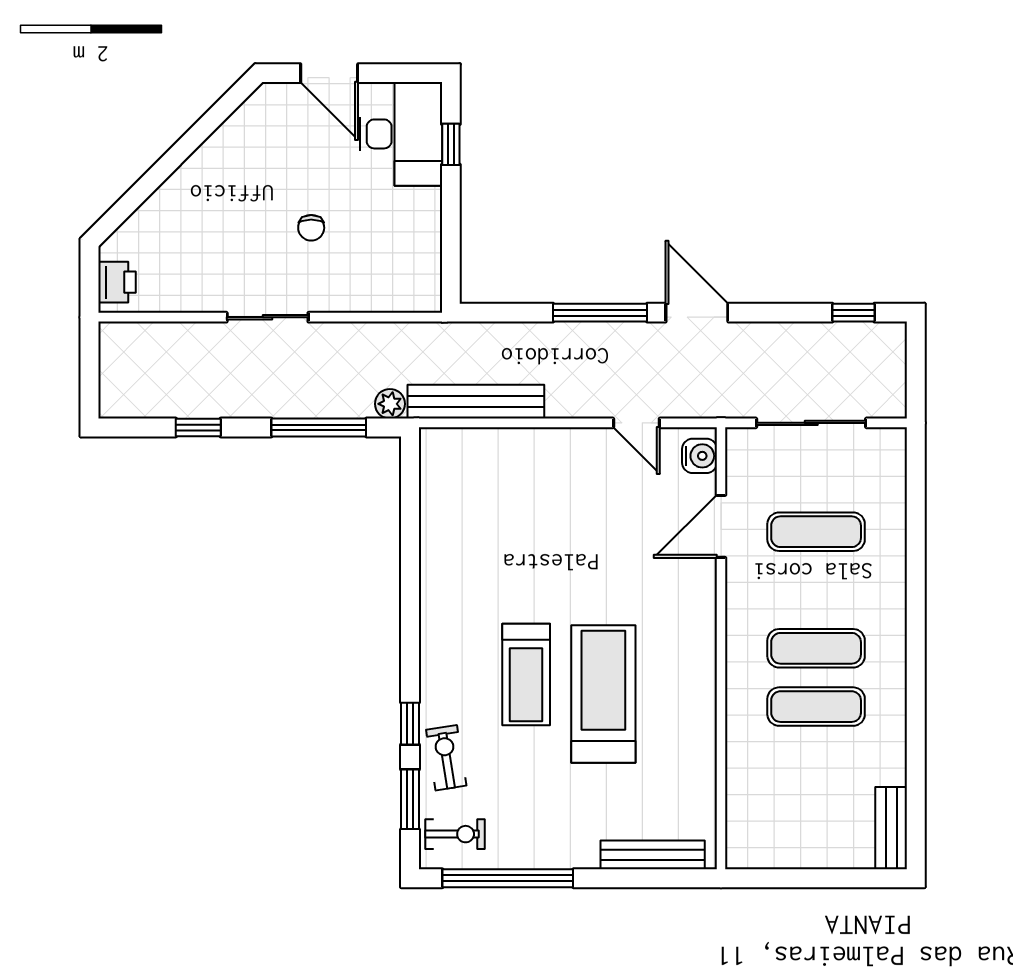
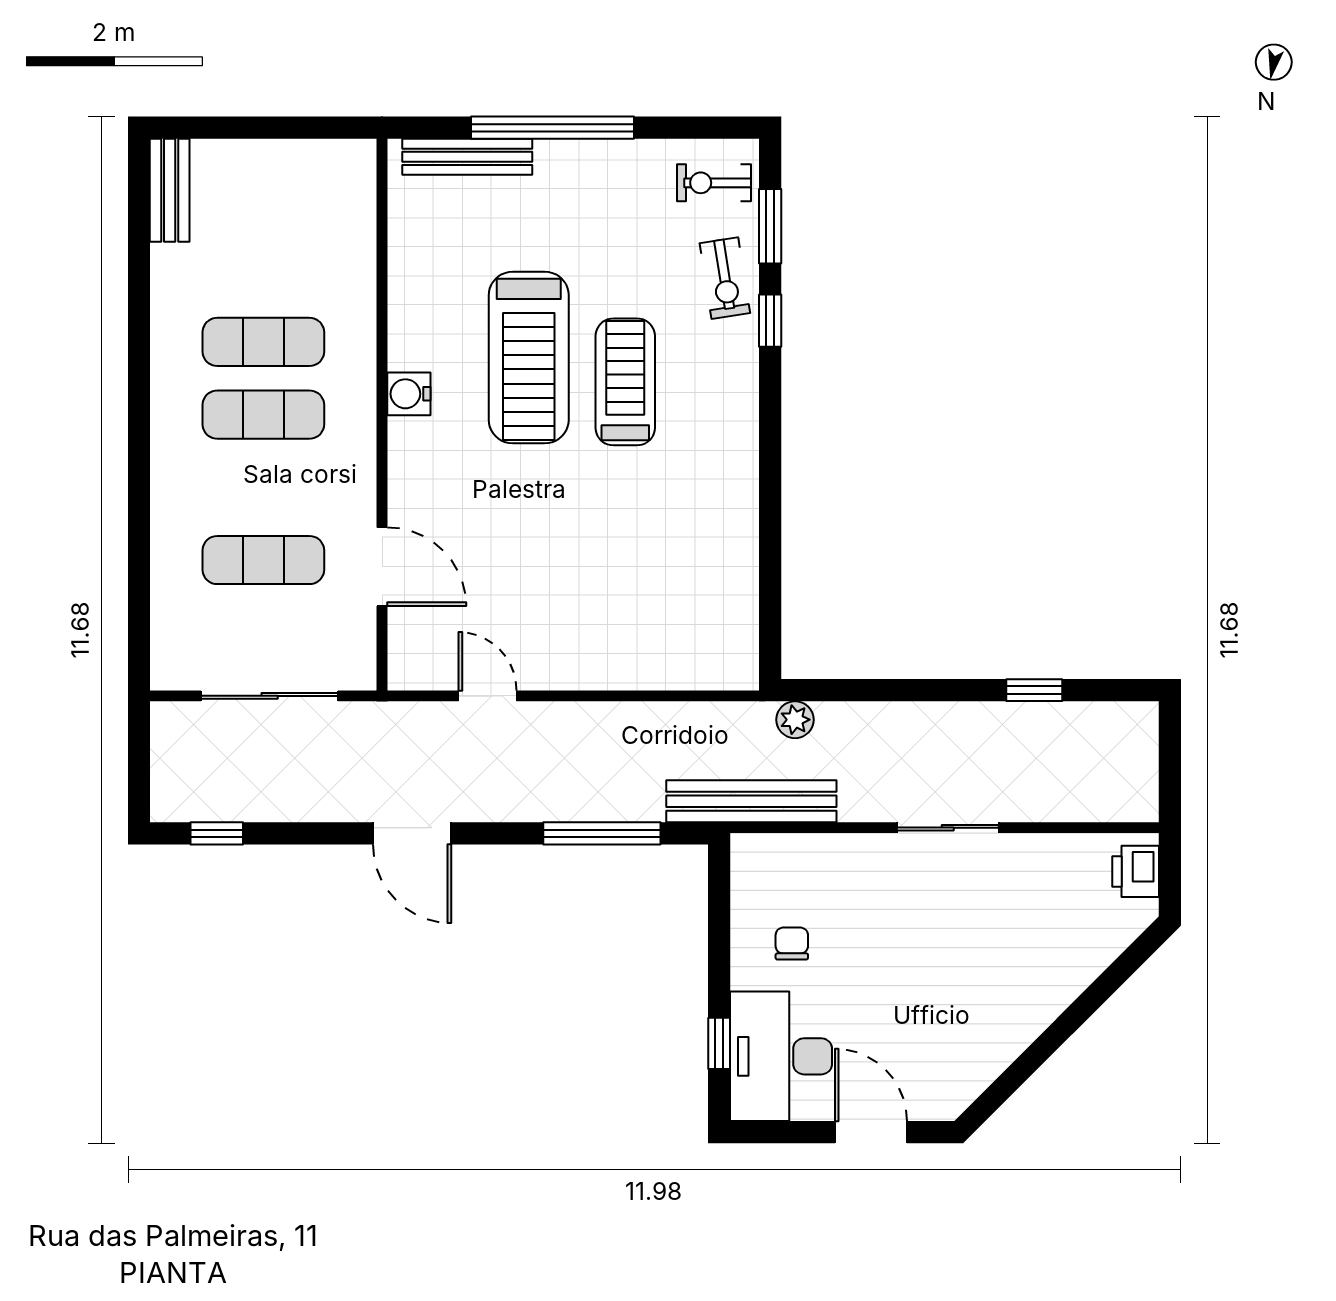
chair: (311, 228) -> (792, 943), moved
window: (600, 313) -> (602, 833), moved
bench: (476, 402) -> (751, 801), moved
window: (319, 427) -> (884, 690), removed
water cooler: (700, 456) -> (409, 394), moved
door: (721, 526) -> (382, 567), hinge flipped
window: (508, 878) -> (553, 128), moved

